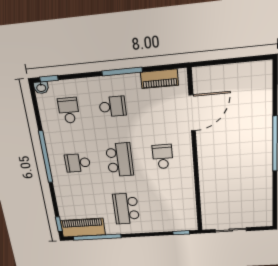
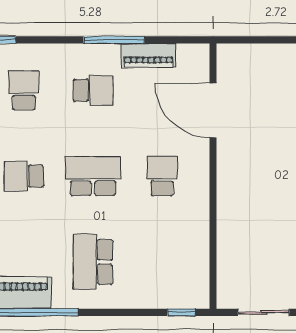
piano: (159, 79) -> (149, 55), moved
door: (192, 113) -> (213, 111), swing flipped
school desk: (120, 160) -> (93, 176), turned -90

